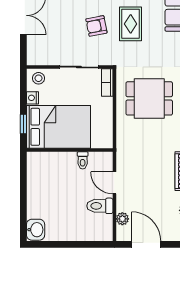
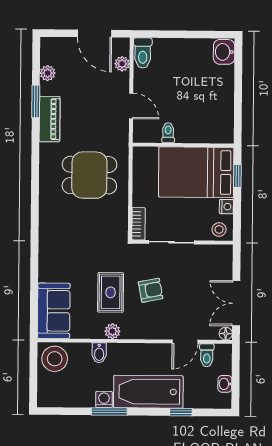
dining table: (149, 98) -> (89, 175), moved
toilet: (100, 206) -> (143, 53), moved, turned 90

